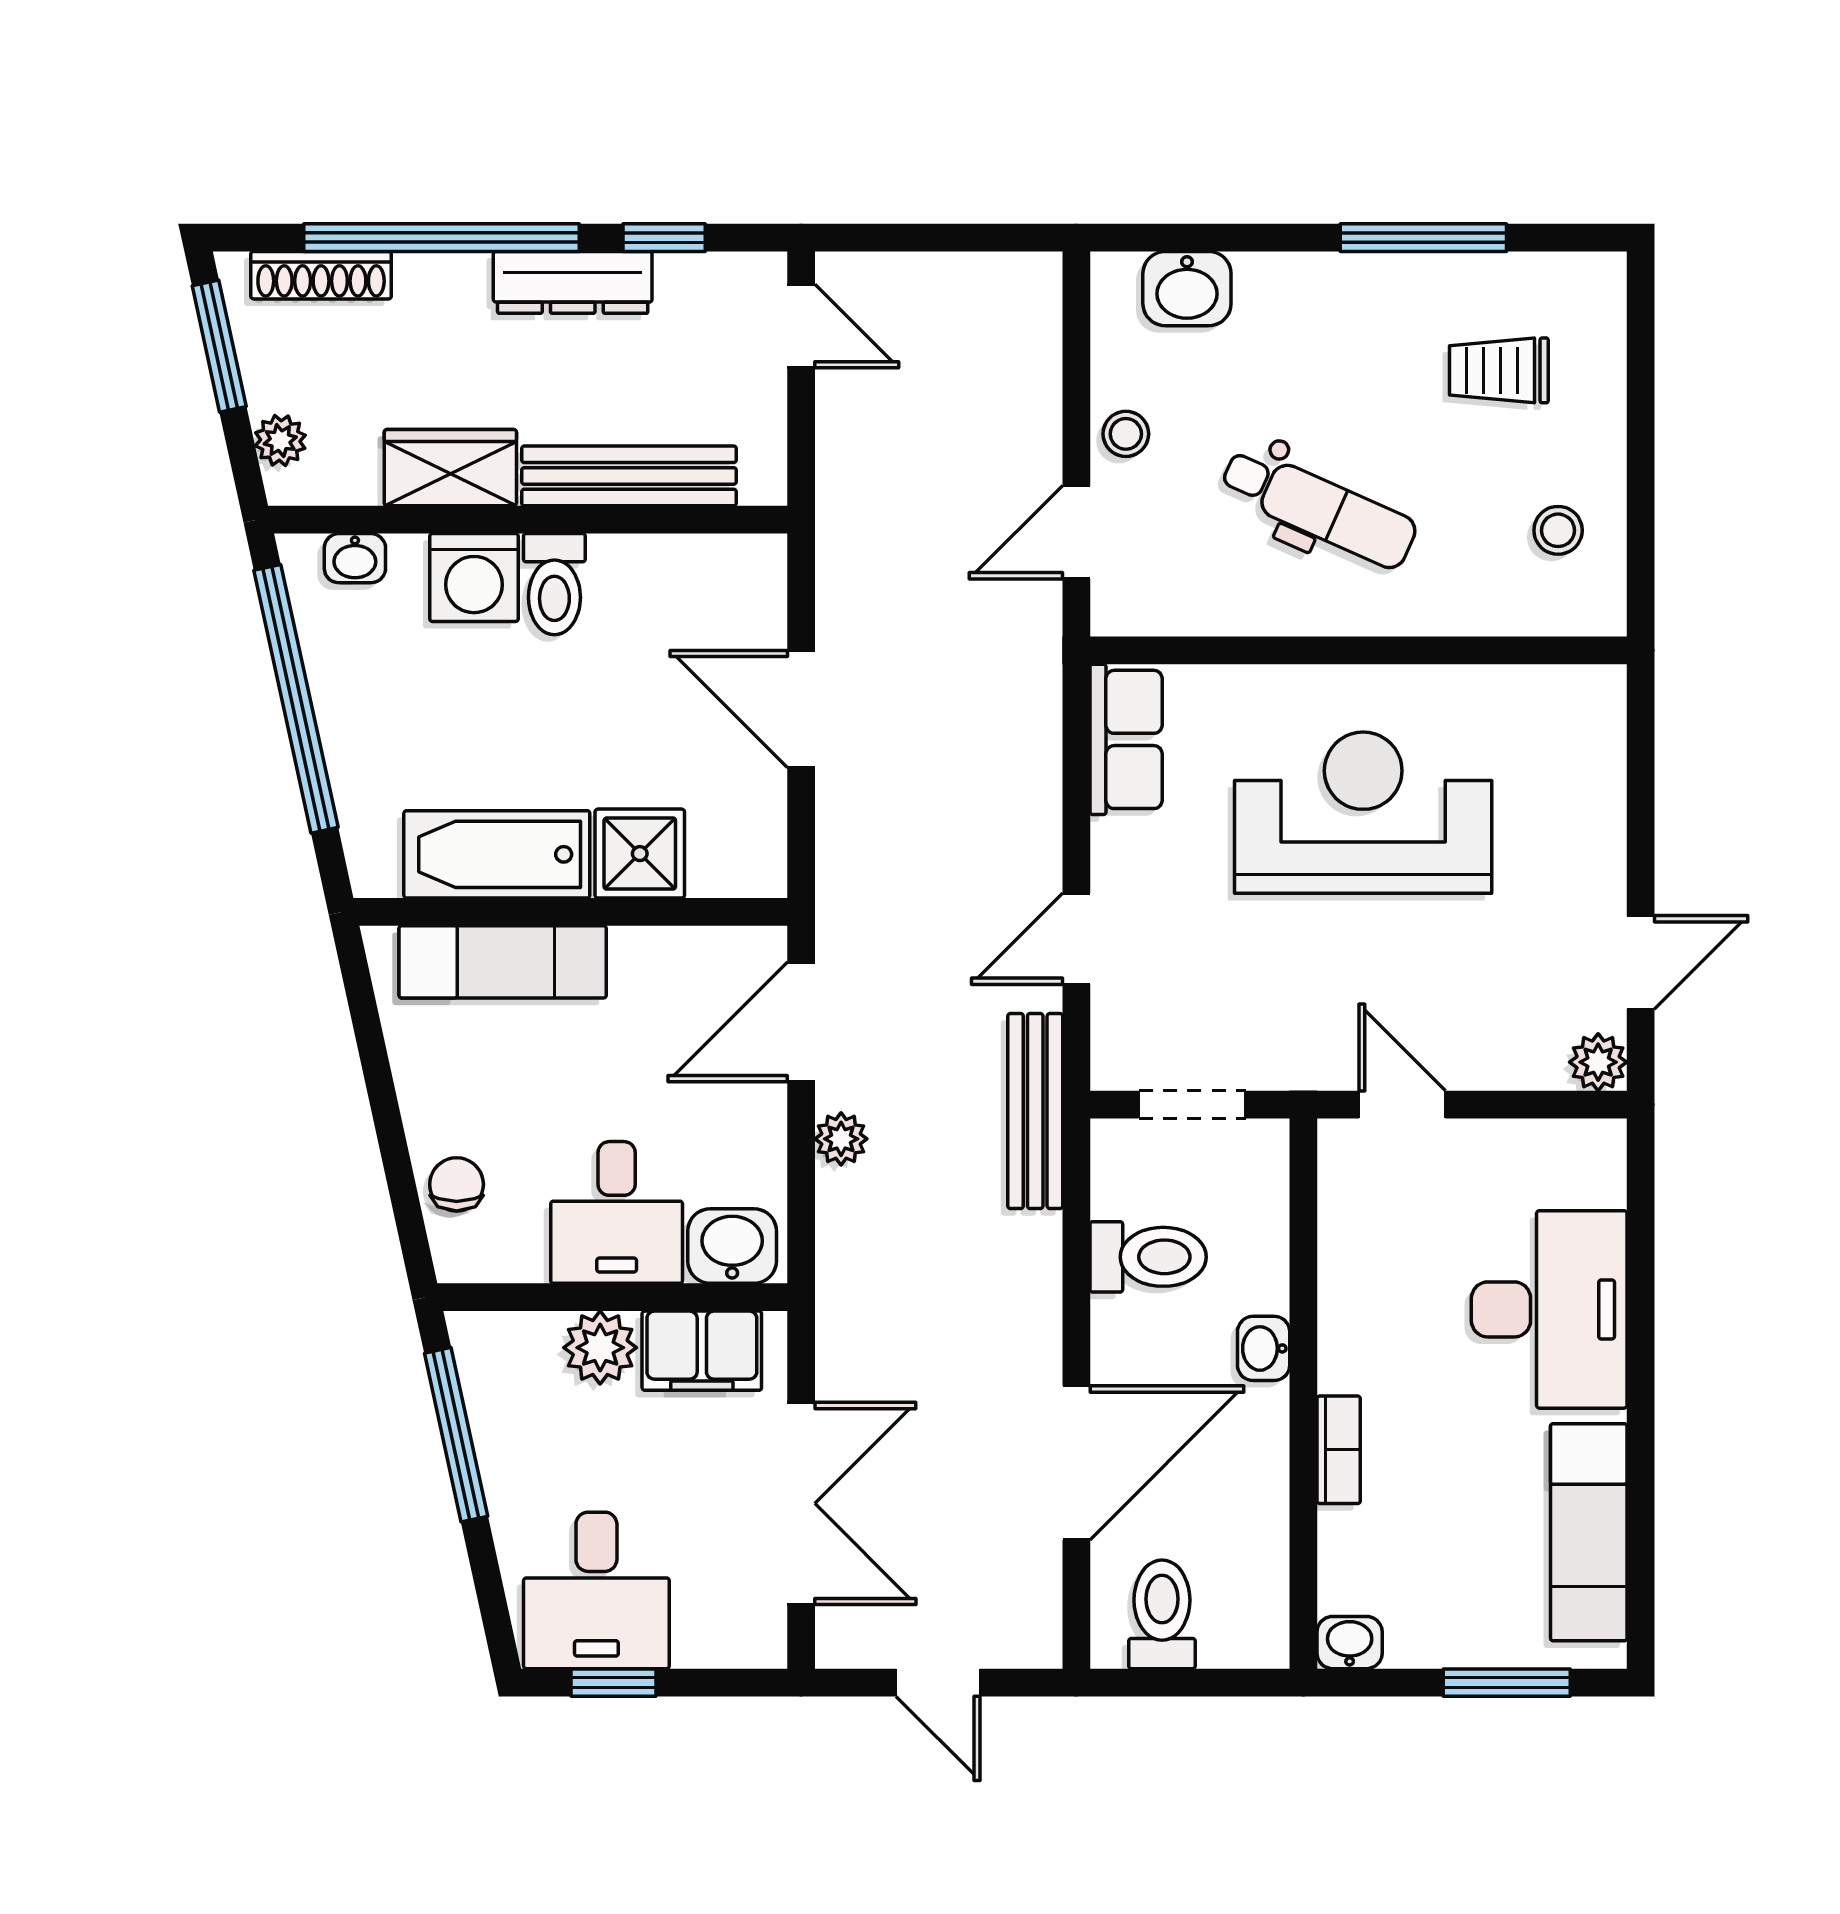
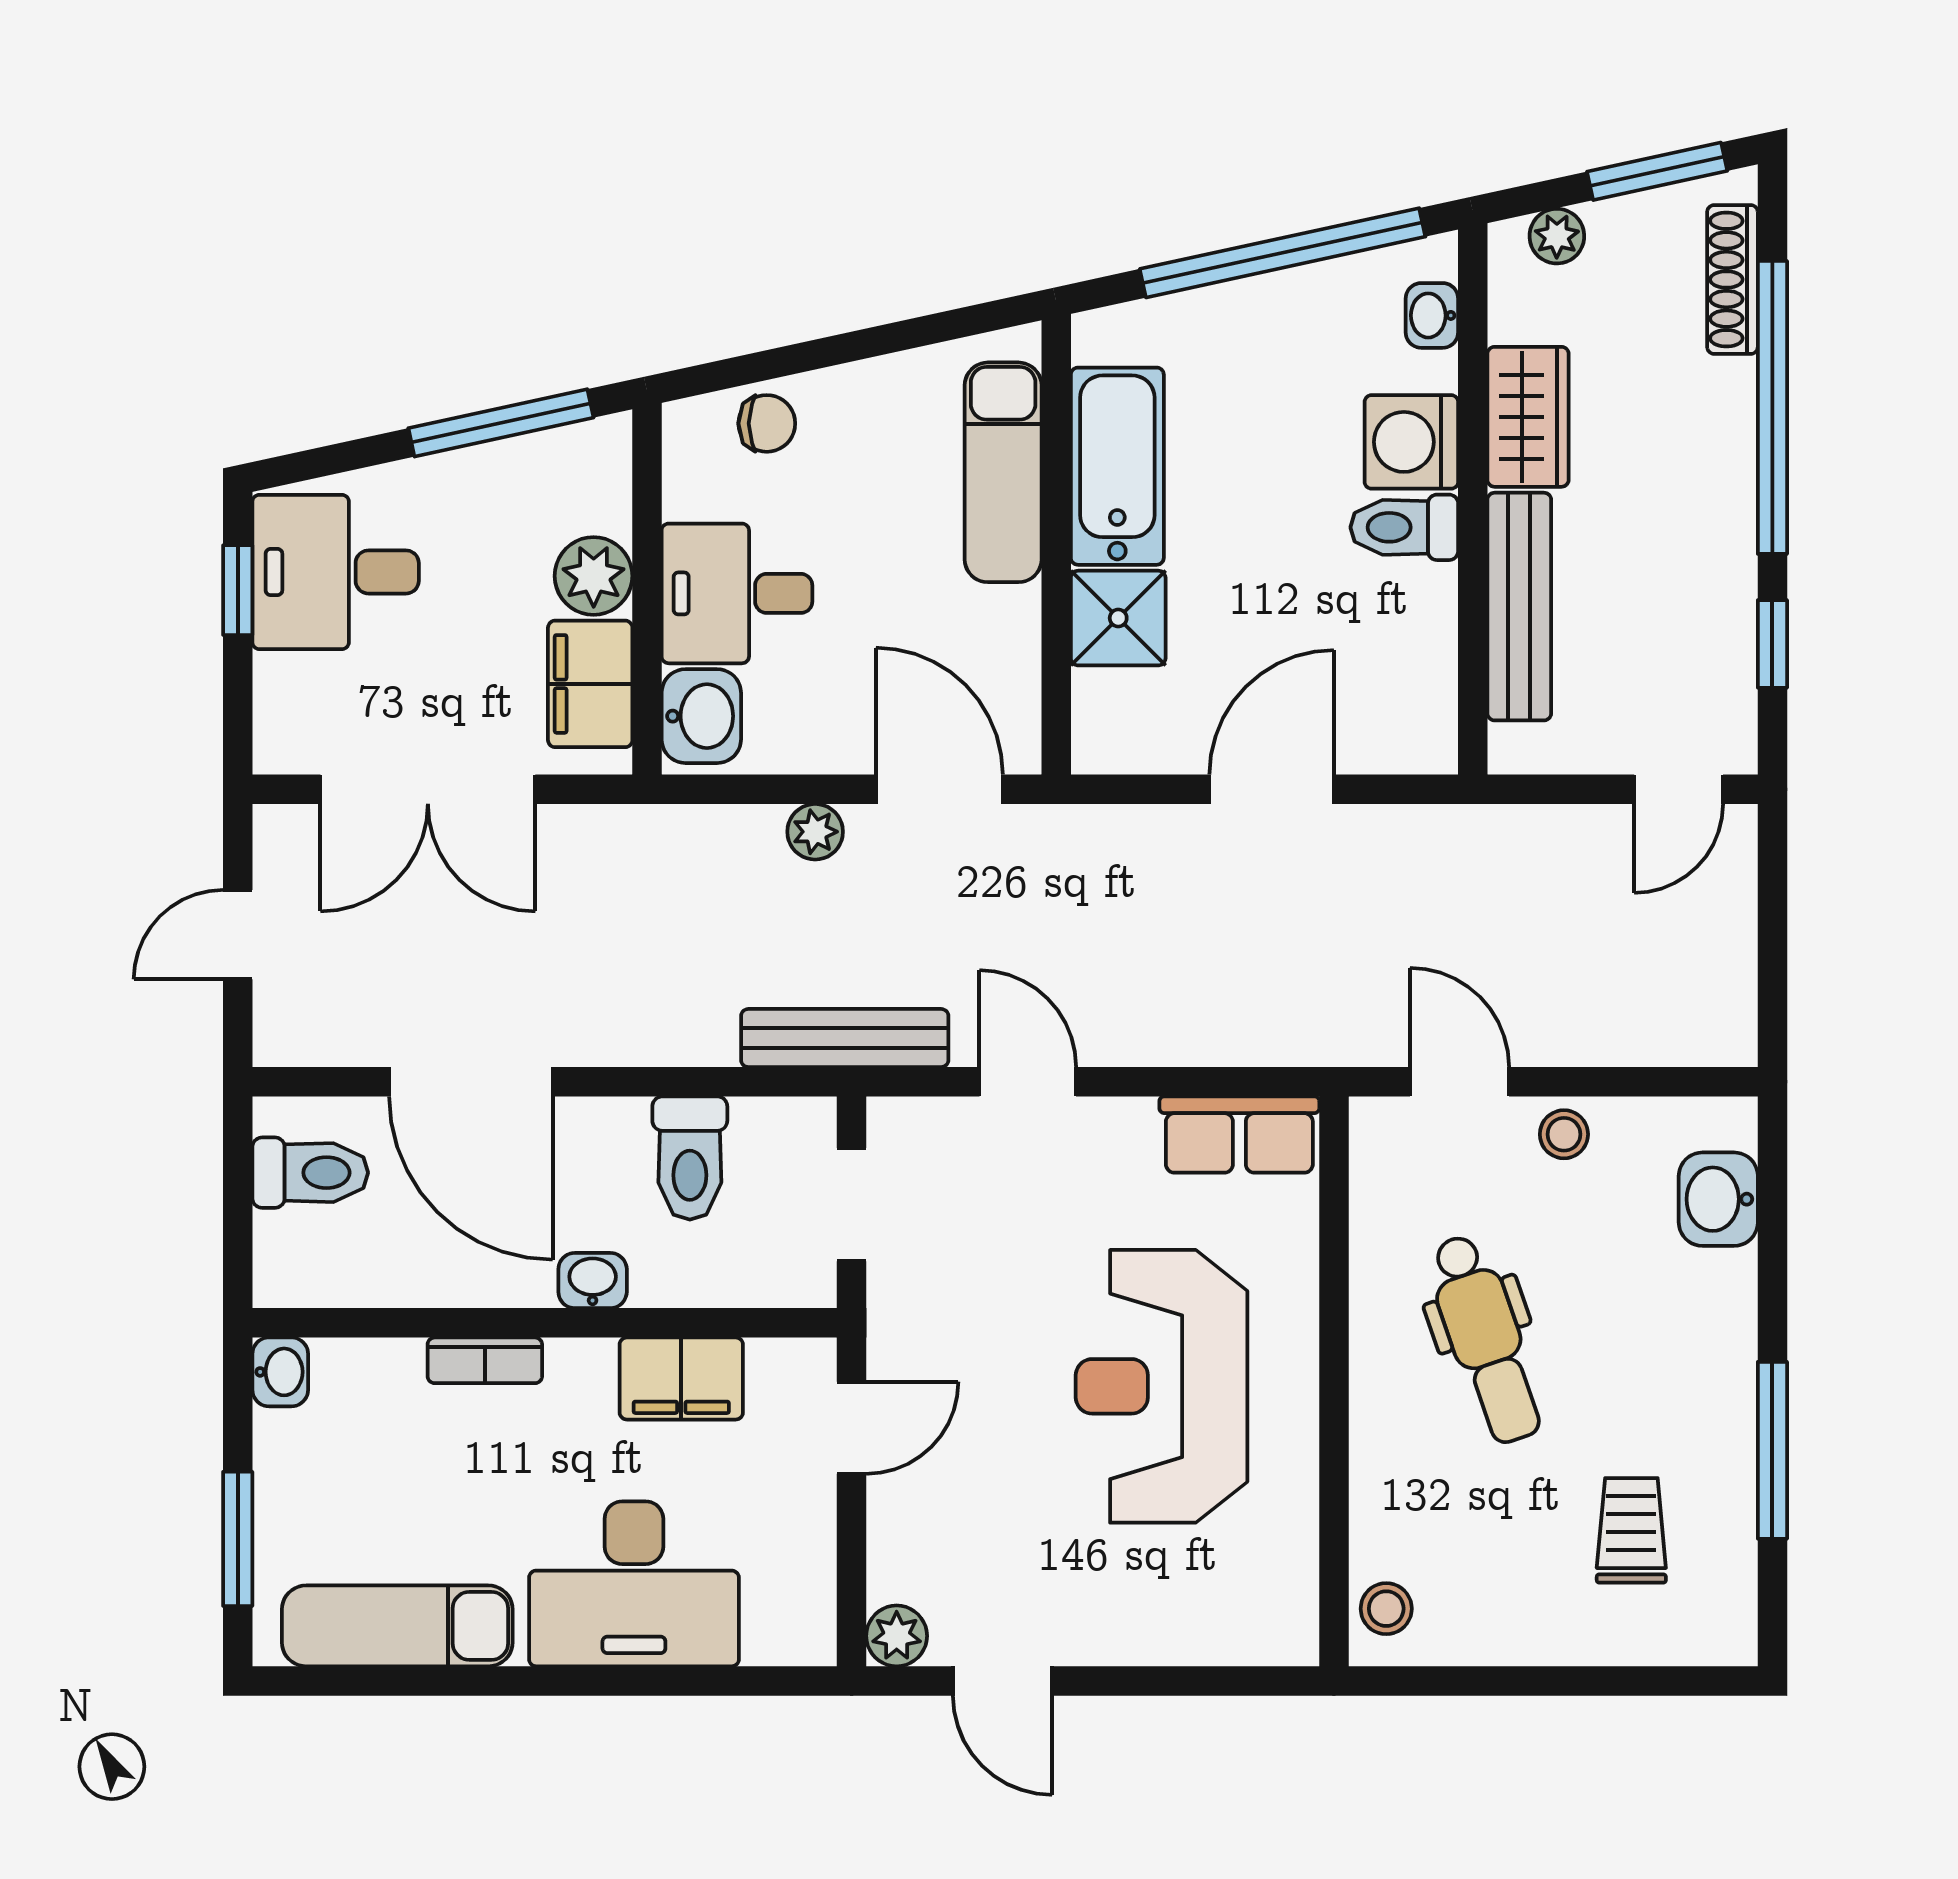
dresser: (573, 282) -> (1725, 547), removed
dental chair: (1319, 508) -> (1486, 1339), turned -43
stool: (1558, 530) -> (1386, 1609), moved
reception desk: (1363, 813) -> (1162, 1386), turned 180
filing cabinet: (1356, 1265) -> (681, 1379), added

